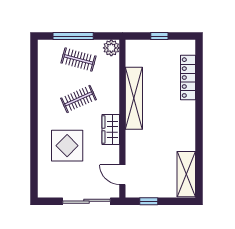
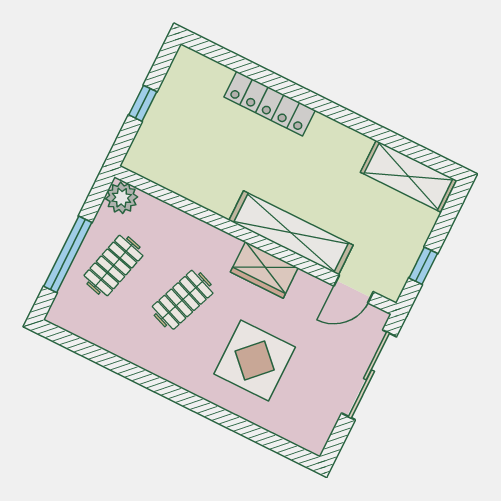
locker: (188, 78) -> (270, 104), moved
shelving: (134, 98) -> (291, 233), moved
clothes rail: (79, 99) -> (183, 300), turned 45

